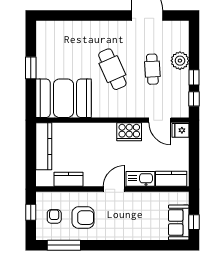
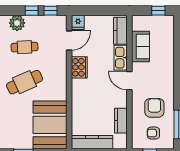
sofa: (179, 222) -> (141, 46), moved, turned -90

